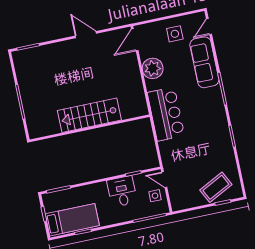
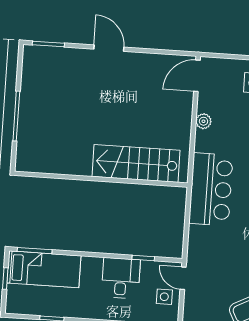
door: (86, 35) -> (109, 48), moved
plant: (153, 68) -> (203, 121), width x0.53, depth x0.53
stairs: (89, 115) -> (136, 163), moved
bed: (72, 220) -> (44, 269), moved

